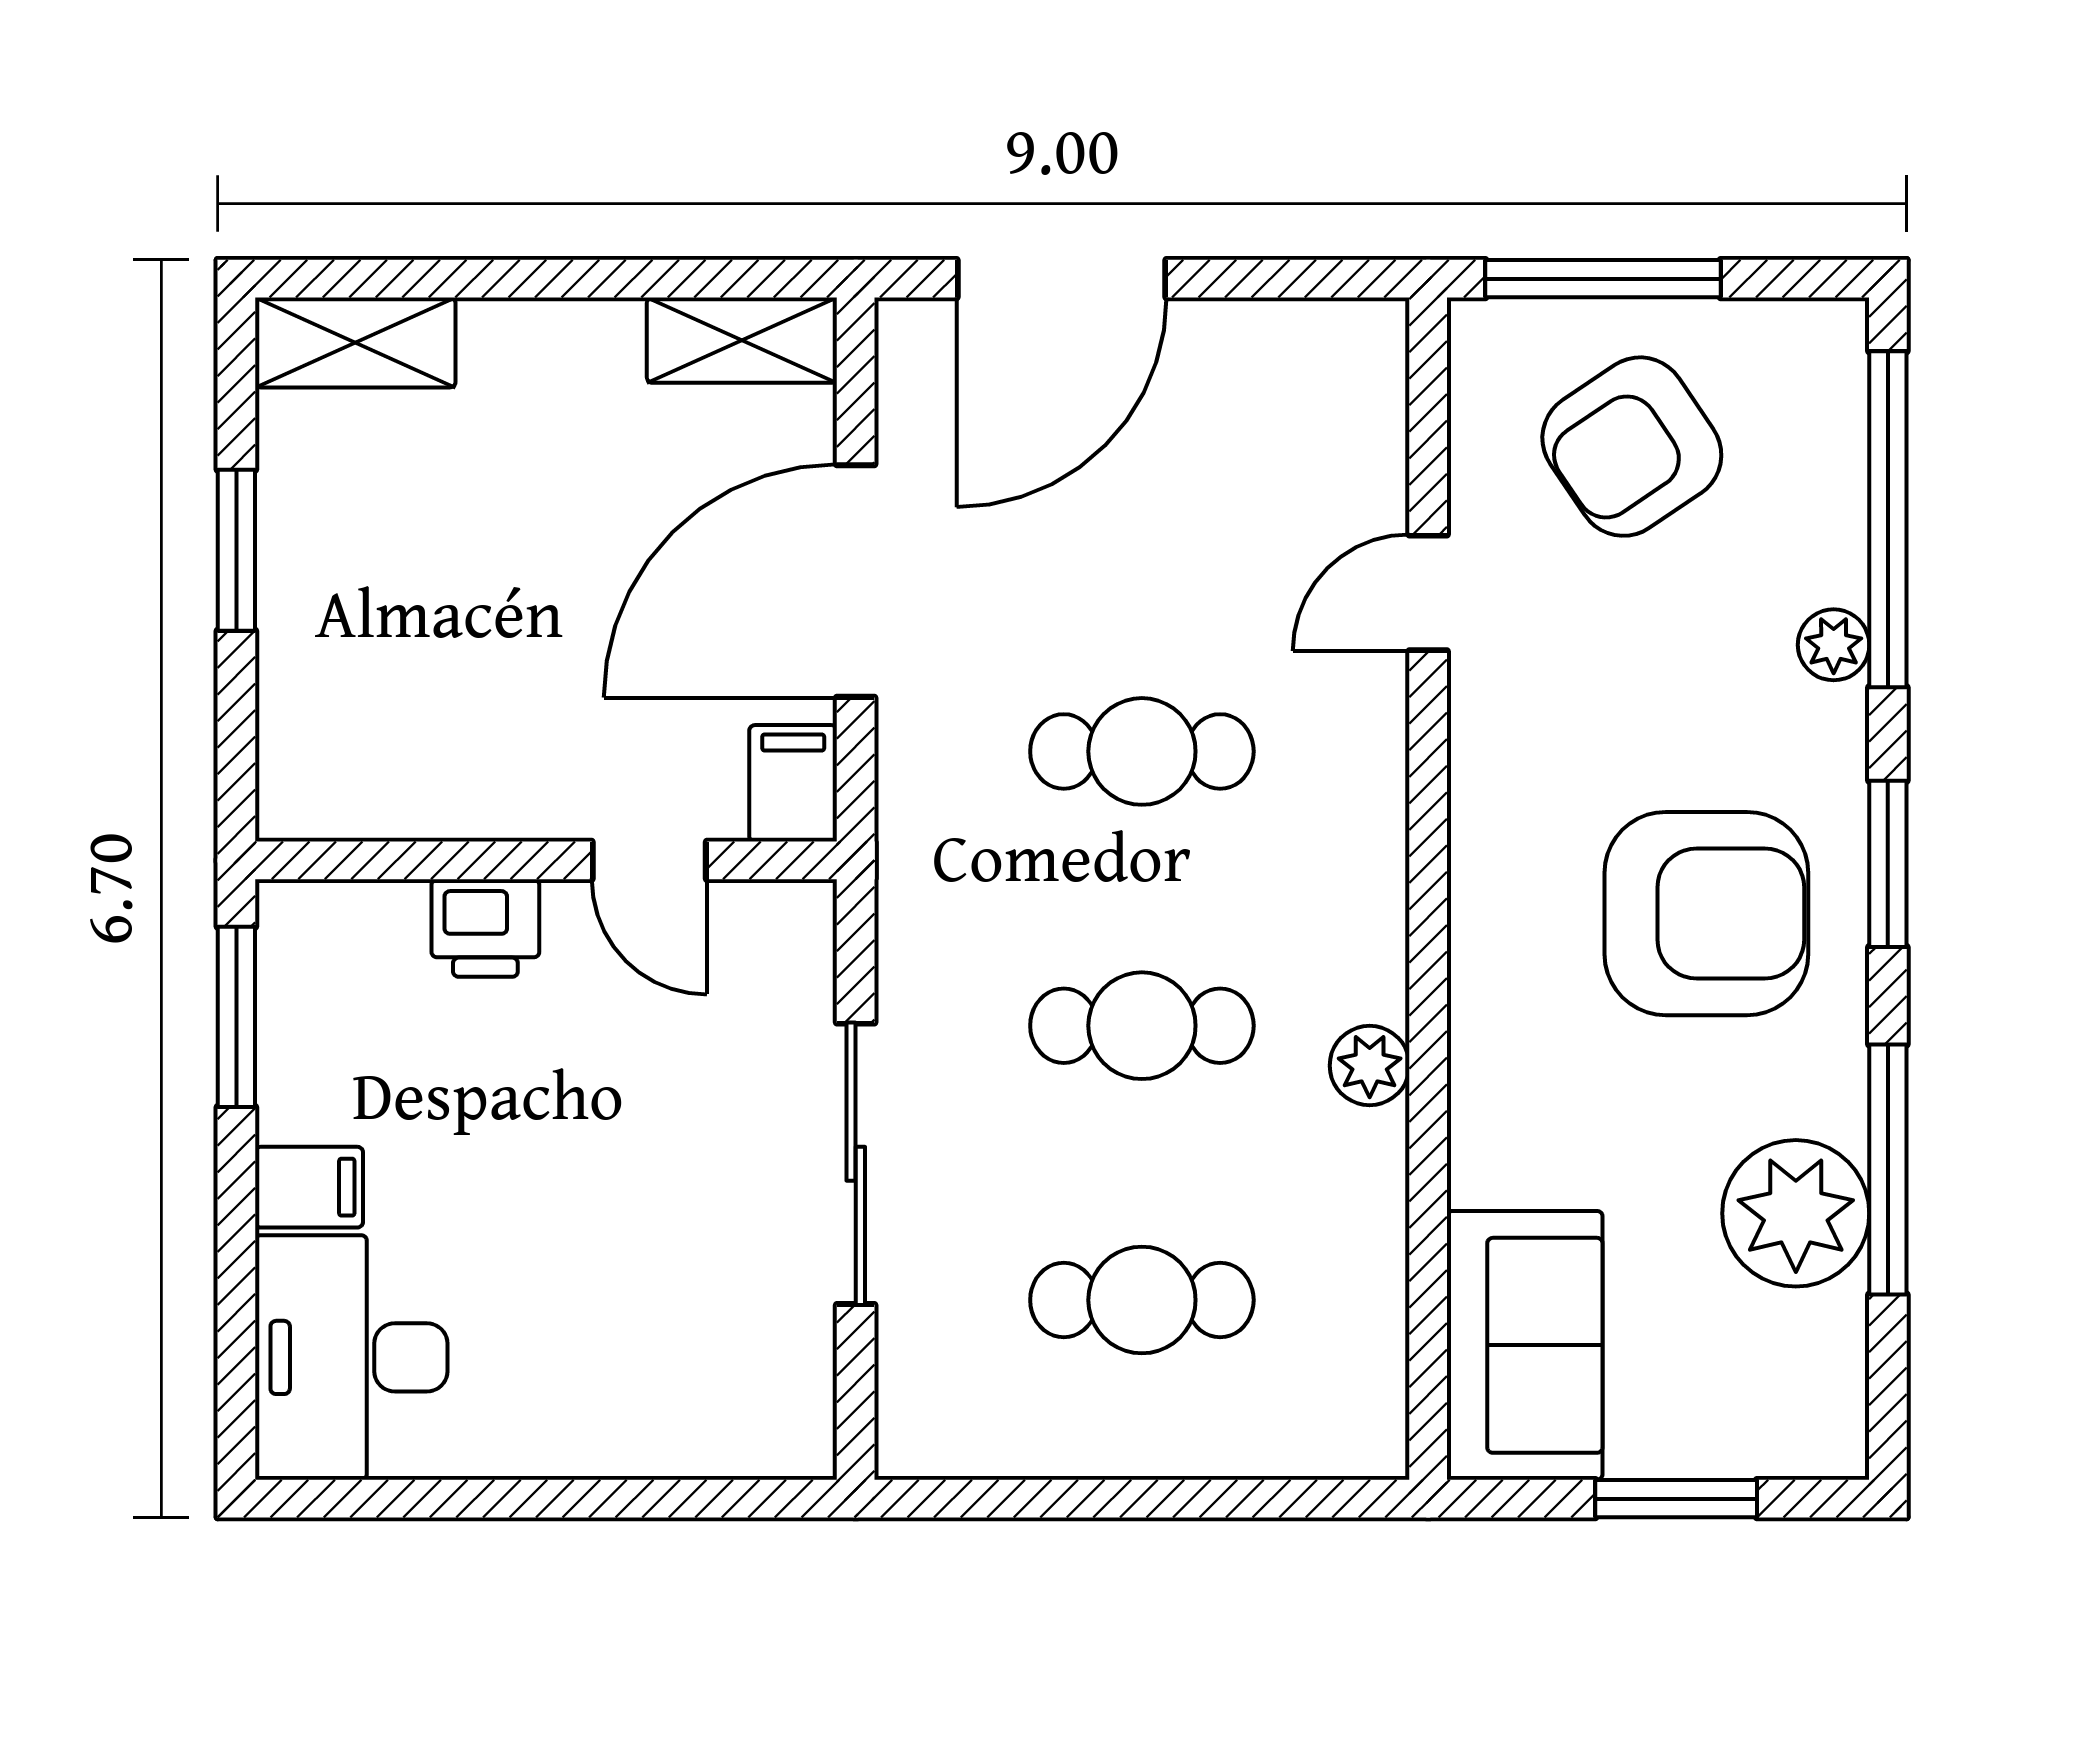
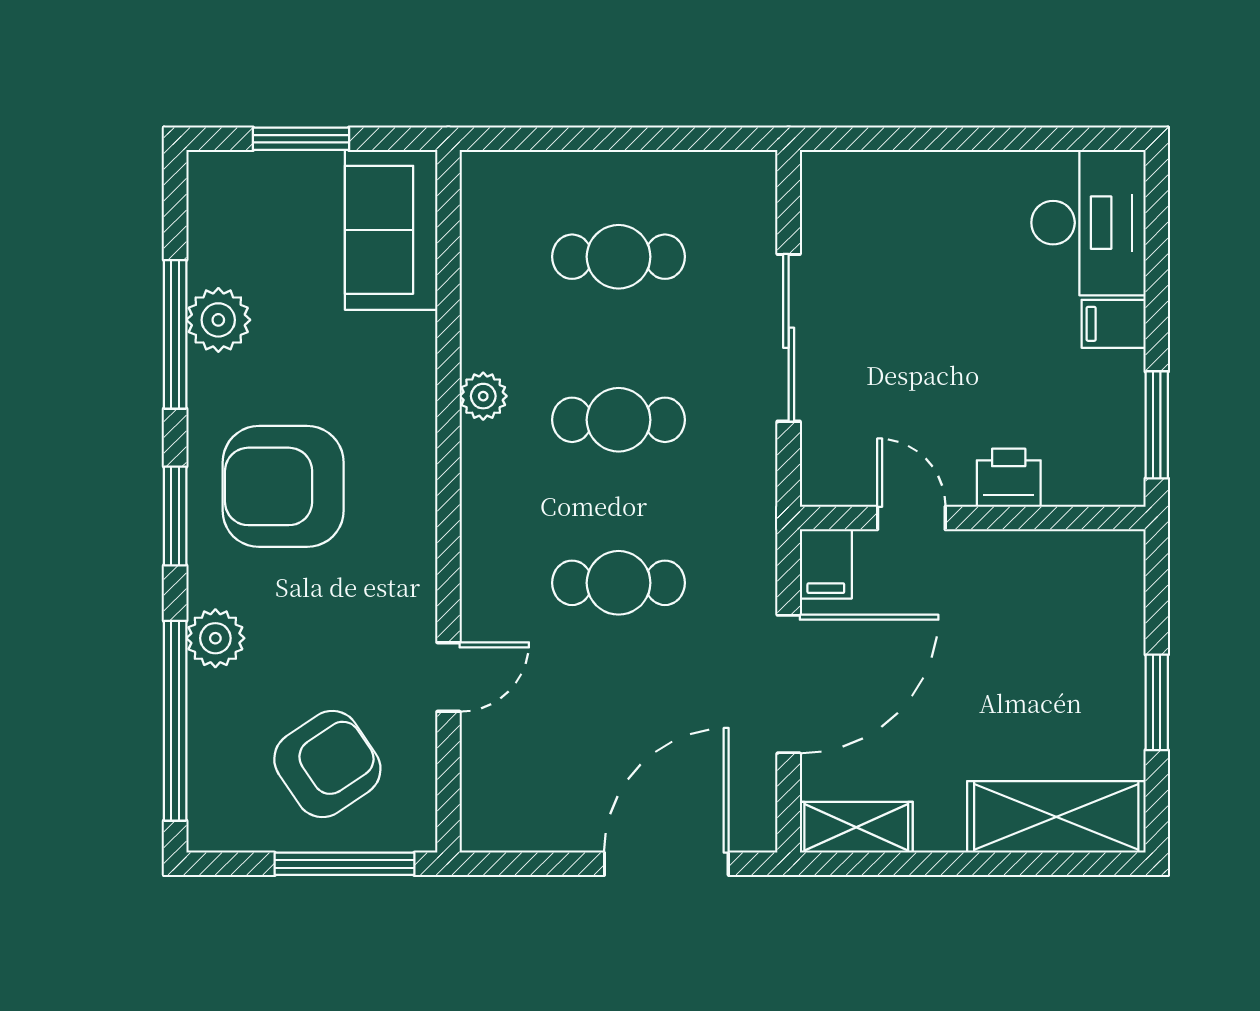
shelving: (355, 342) -> (1056, 817), width x1.50, depth x1.33
plant: (1834, 645) -> (215, 638), width x1.38, depth x1.38
plant: (1796, 1213) -> (218, 320), width x0.73, depth x0.73

